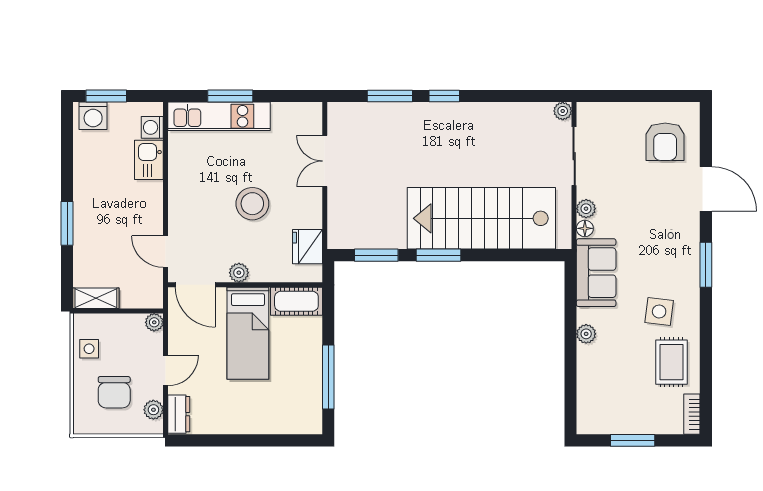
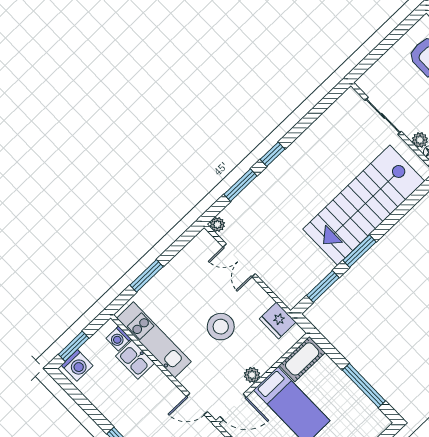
plant: (563, 111) -> (217, 224), moved
kitchen unit: (219, 116) -> (154, 340), moved, turned -90

